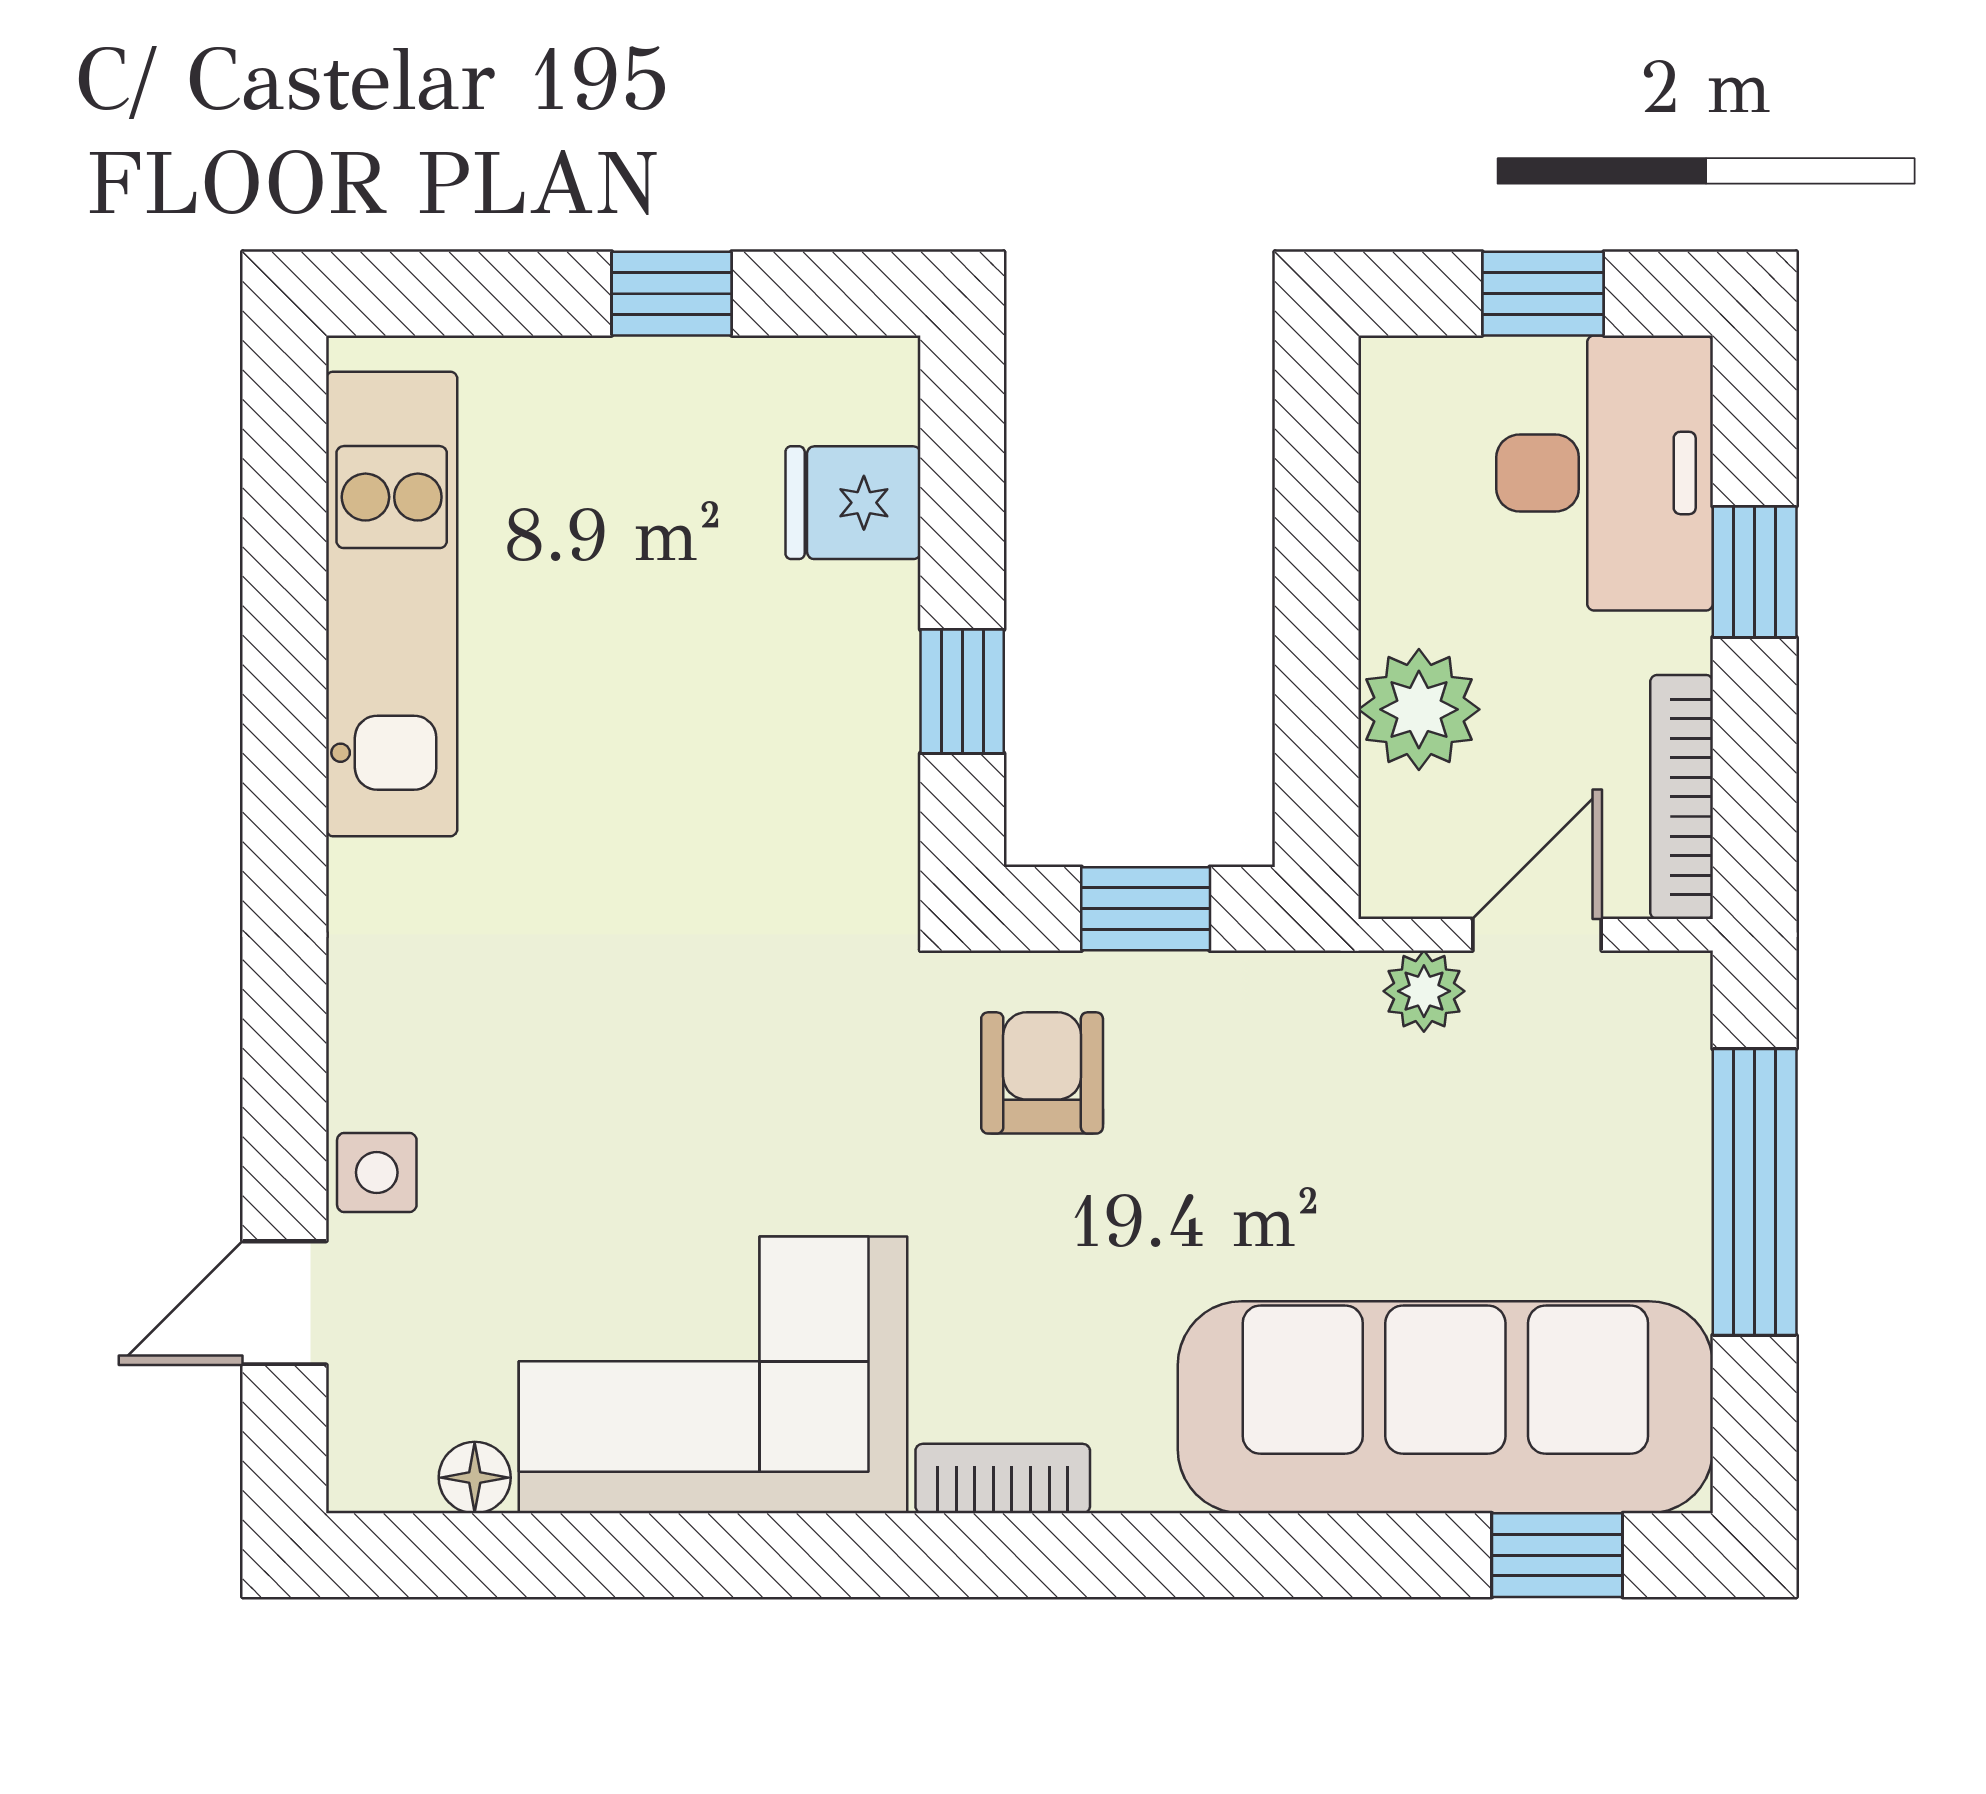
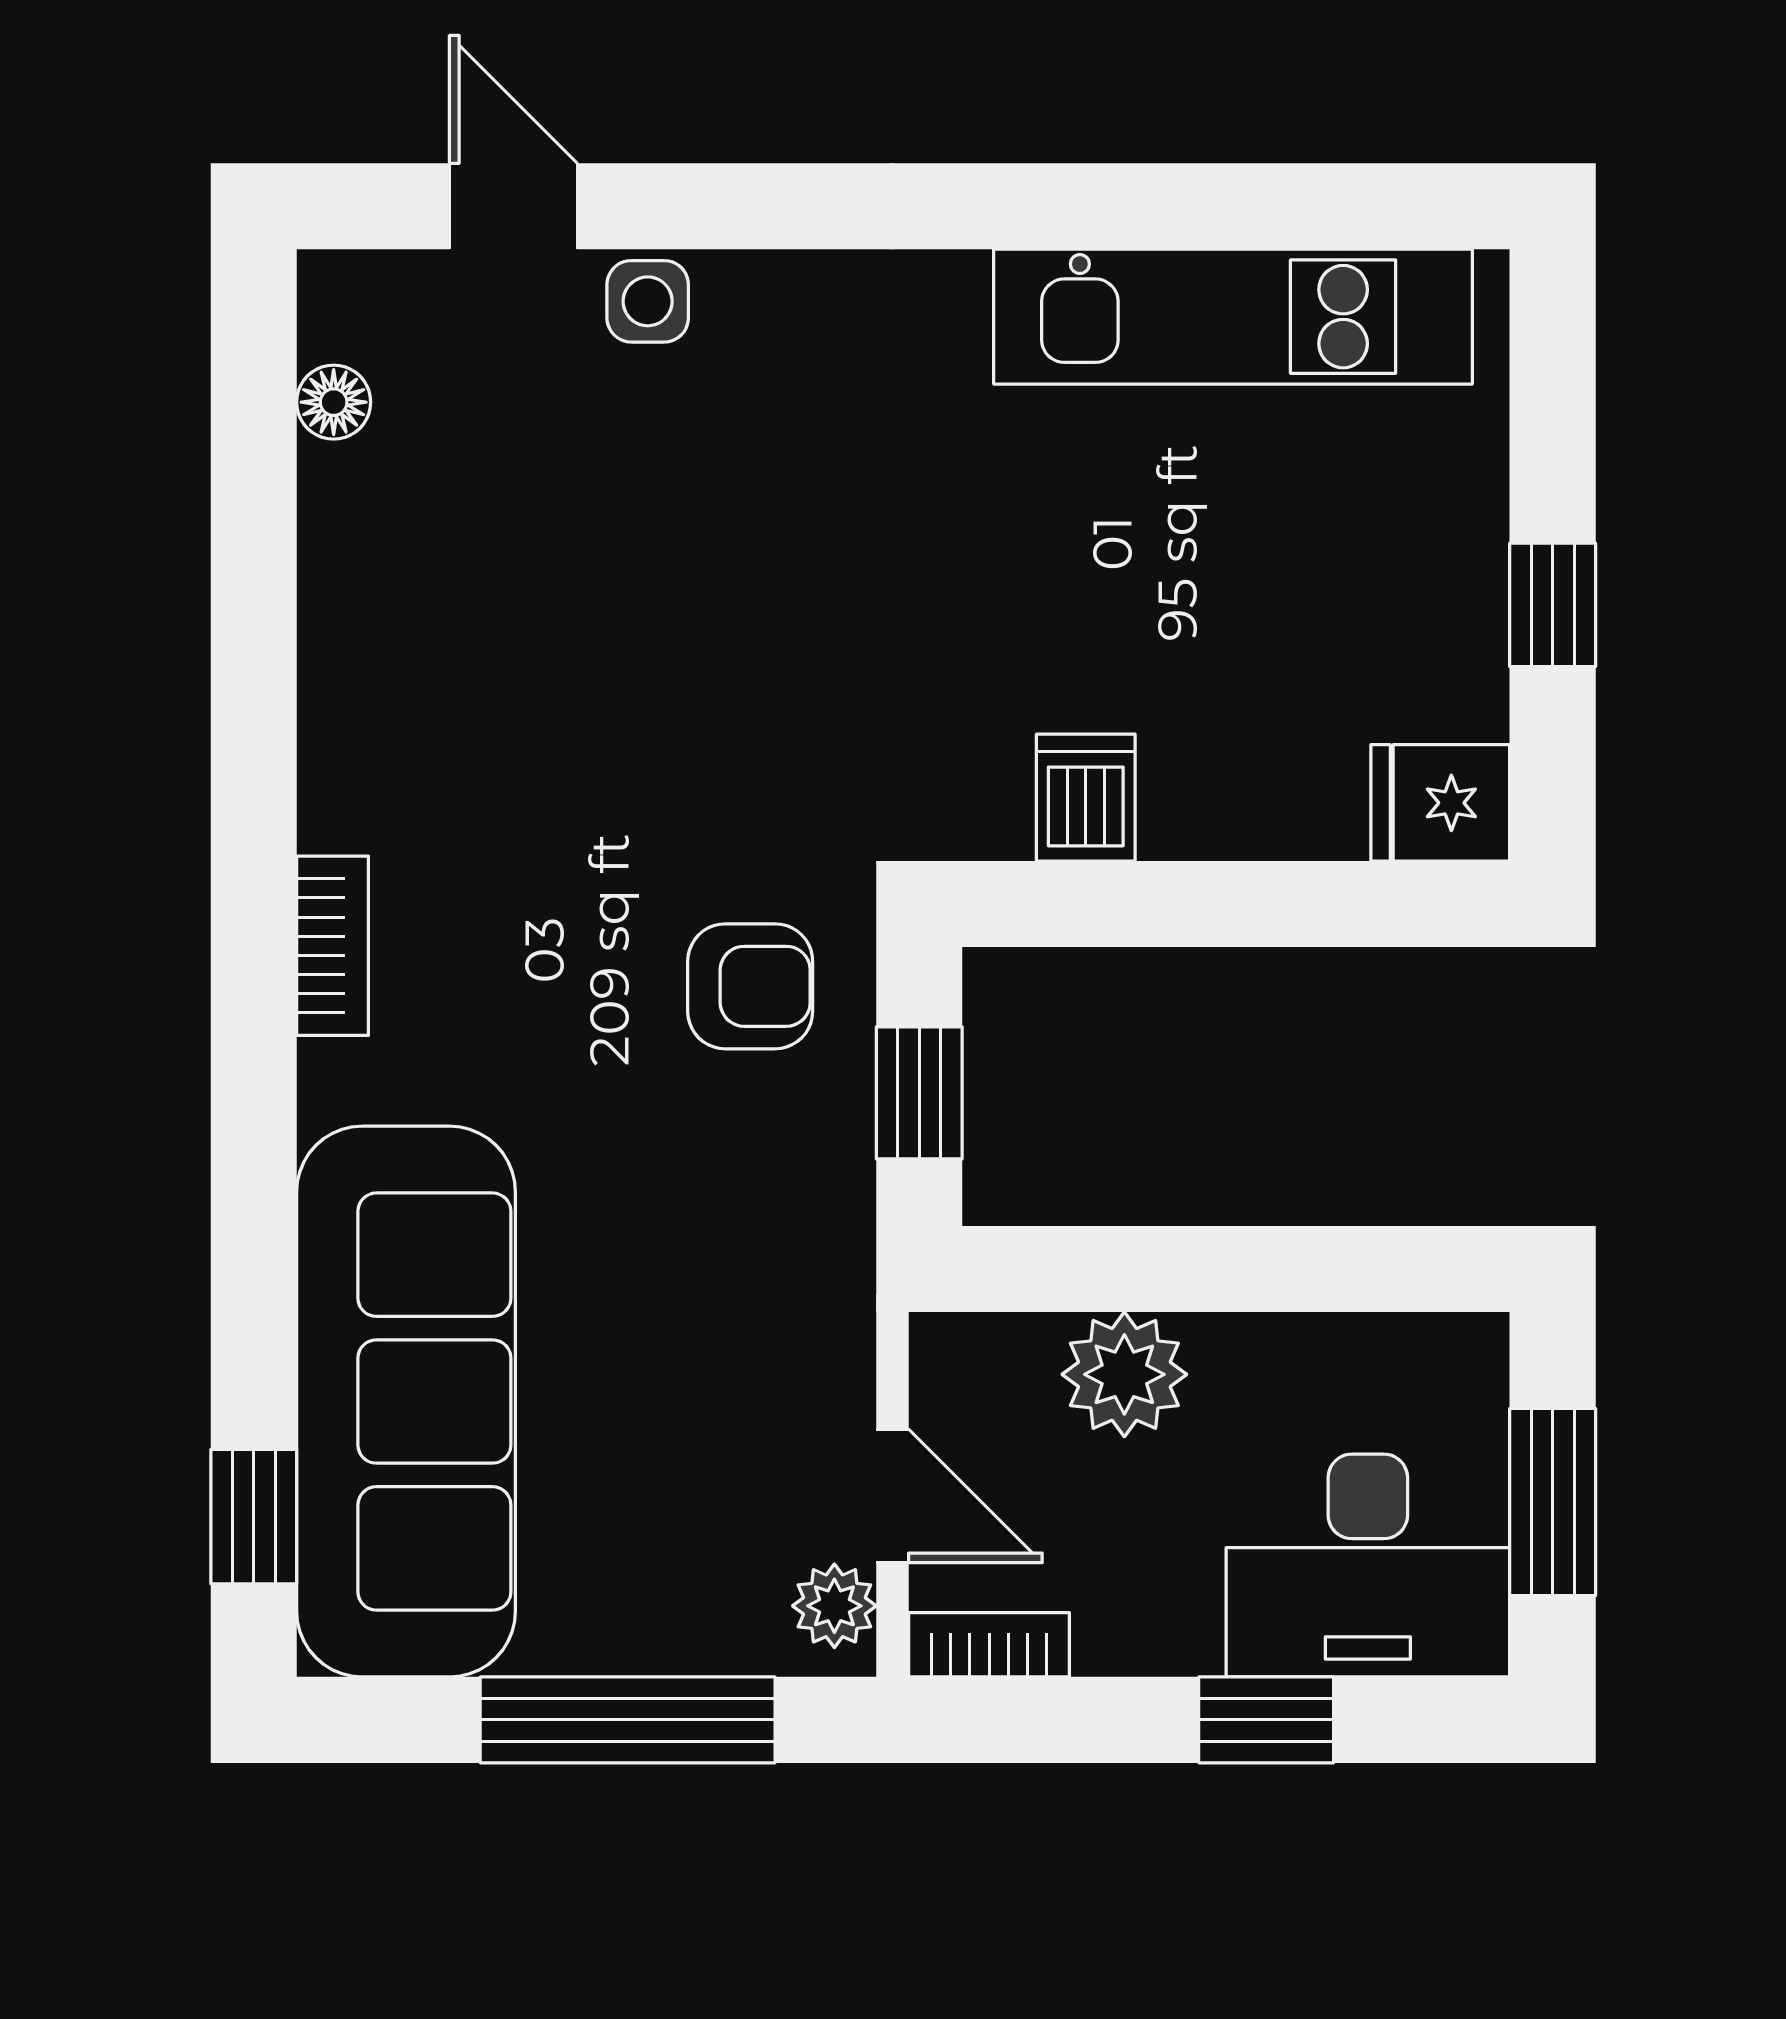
window: (1543, 294) -> (1553, 1502), width x1.50
fridge: (853, 503) -> (1440, 803), moved, turned -90
window: (962, 691) -> (1143, 904), removed
dishwasher: (859, 747) -> (1086, 798), added
bookcase: (1682, 797) -> (989, 1645), width x0.64
plant: (1424, 991) -> (834, 1606), moved
corner sofa: (713, 1375) -> (439, 648), removed

